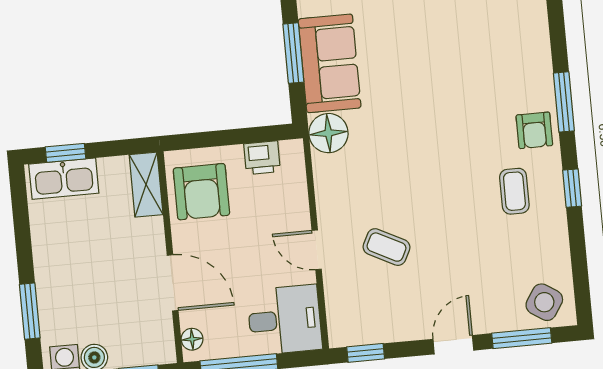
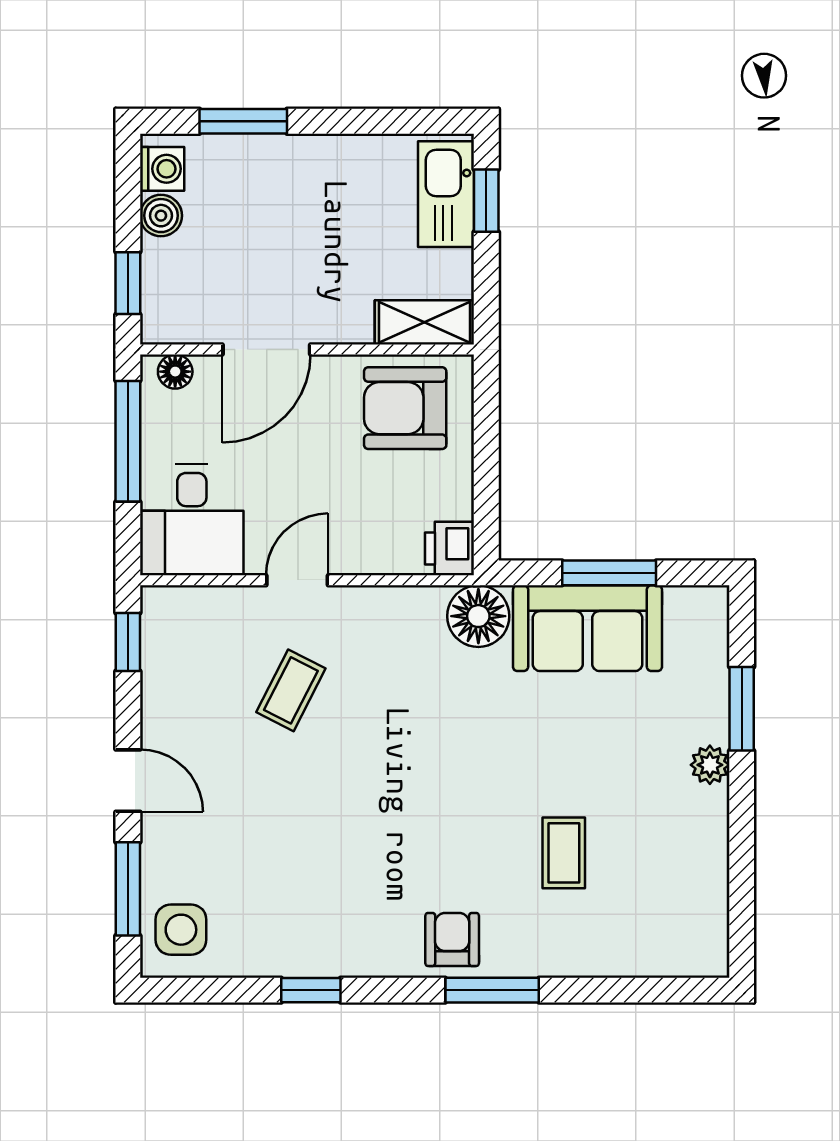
armchair: (534, 130) -> (452, 939), turned 90
printer: (262, 158) -> (450, 549), moved
window: (572, 188) -> (311, 990), moved
coffee table: (514, 191) -> (564, 853), moved, turned 90
side table: (544, 302) -> (181, 930), turned -33

